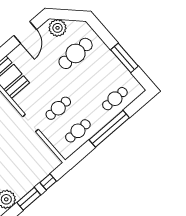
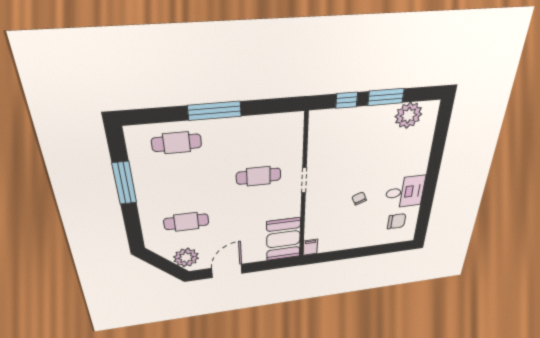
cafe table: (76, 53) -> (186, 222), width x0.73, depth x0.74
window: (109, 129) -> (215, 111), width x0.68
cafe table: (78, 131) -> (258, 135), removed

